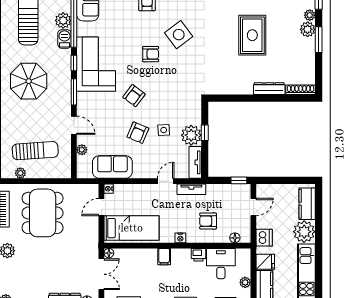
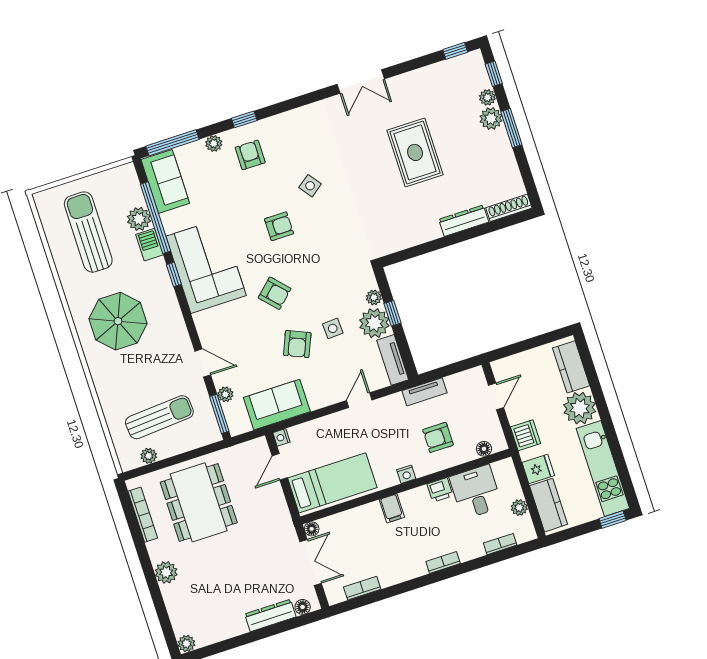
side table: (179, 35) -> (310, 186), width x0.54, depth x0.54
window: (74, 92) -> (219, 414), moved
armchair: (134, 96) -> (275, 293), turned -80
plant: (196, 119) -> (374, 297), added
window: (239, 180) -> (463, 365), removed
tv unit: (191, 189) -> (425, 392), moved

